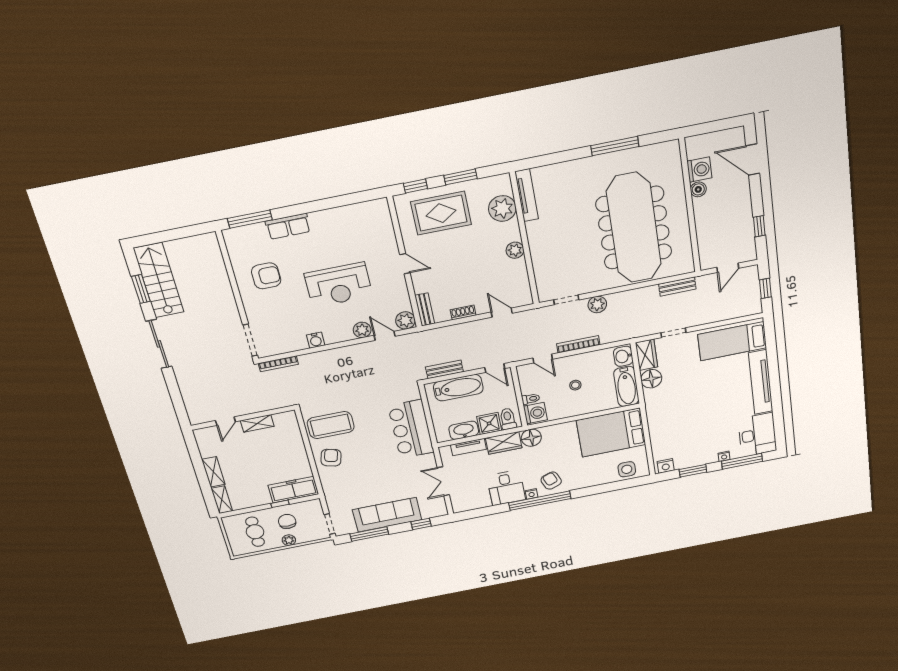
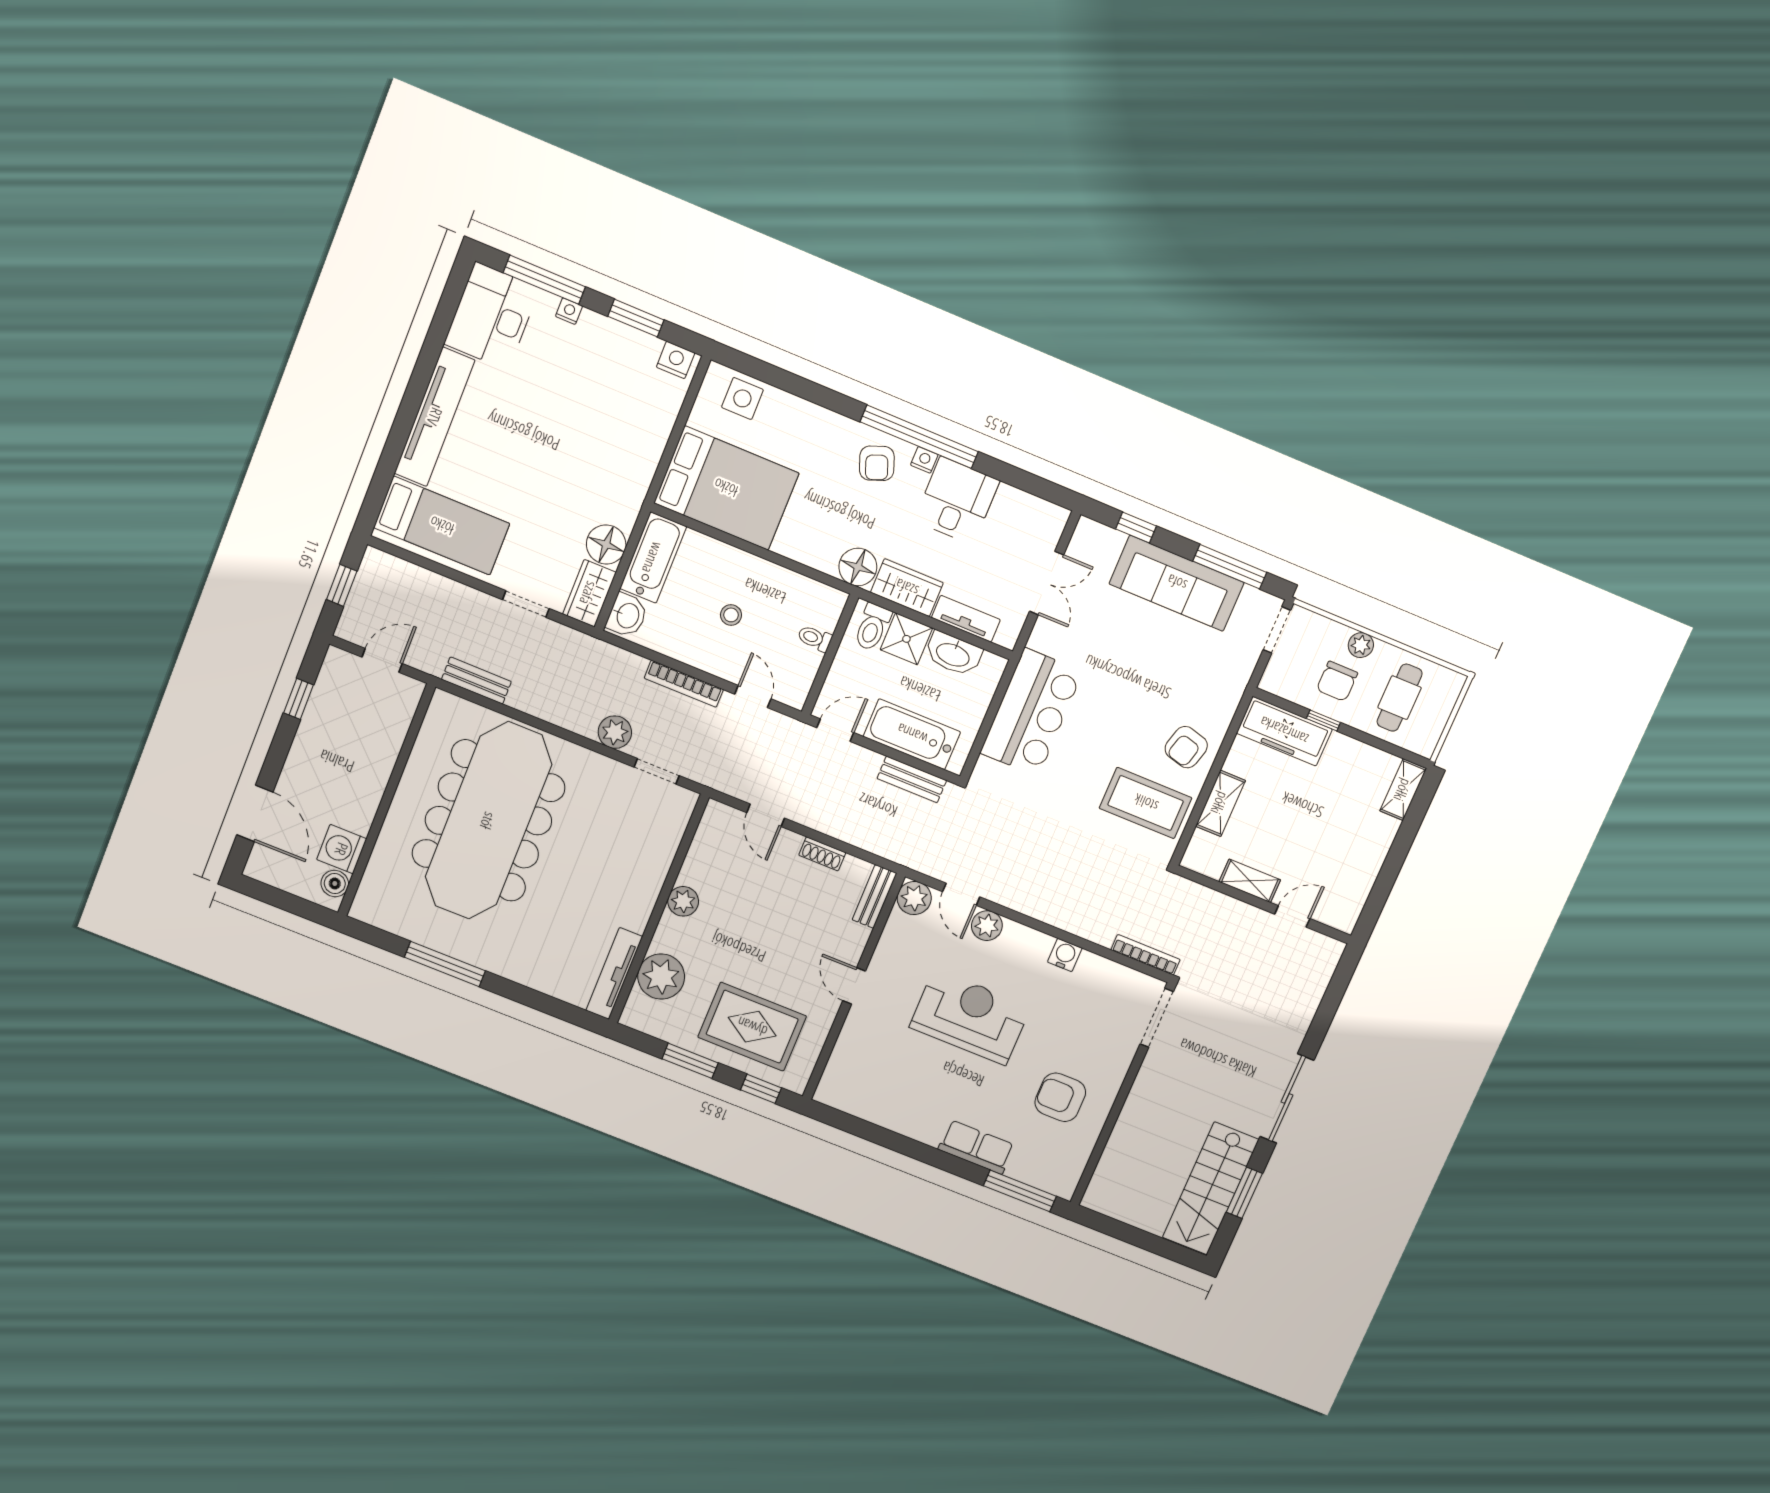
boiler: (698, 189) -> (335, 884), moved
door: (495, 368) -> (835, 730), hinge flipped
washing machine: (535, 413) -> (823, 608), removed
shelving: (213, 472) -> (1220, 803), moved

